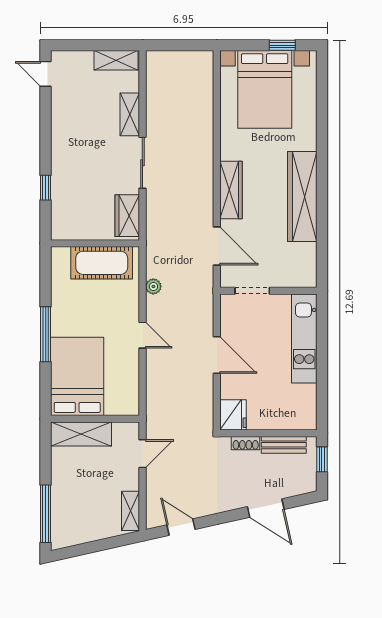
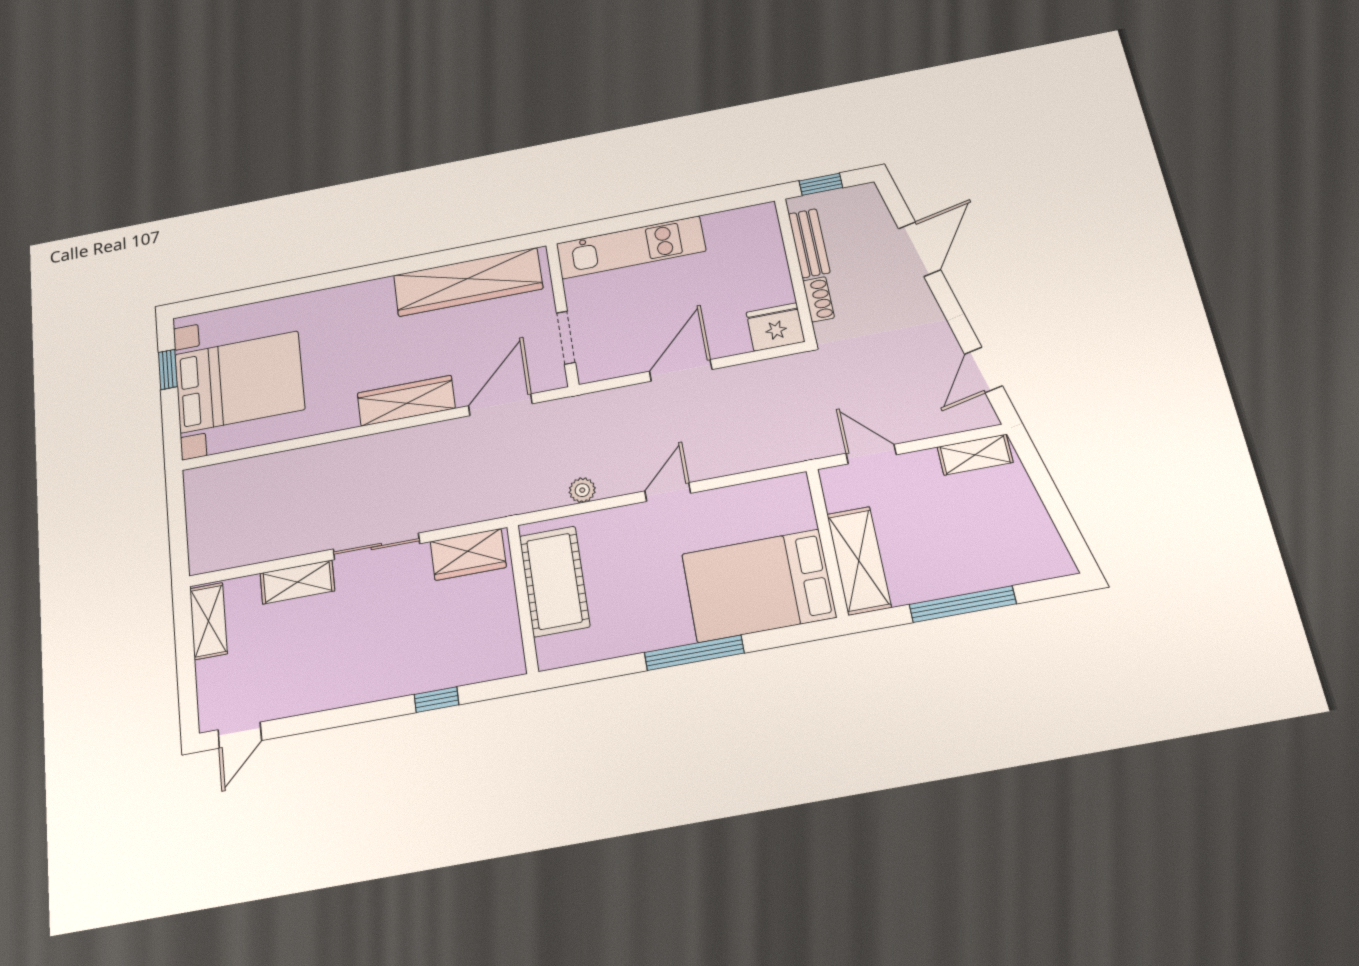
wardrobe: (302, 196) -> (468, 282), moved
window: (46, 514) -> (963, 604), moved

